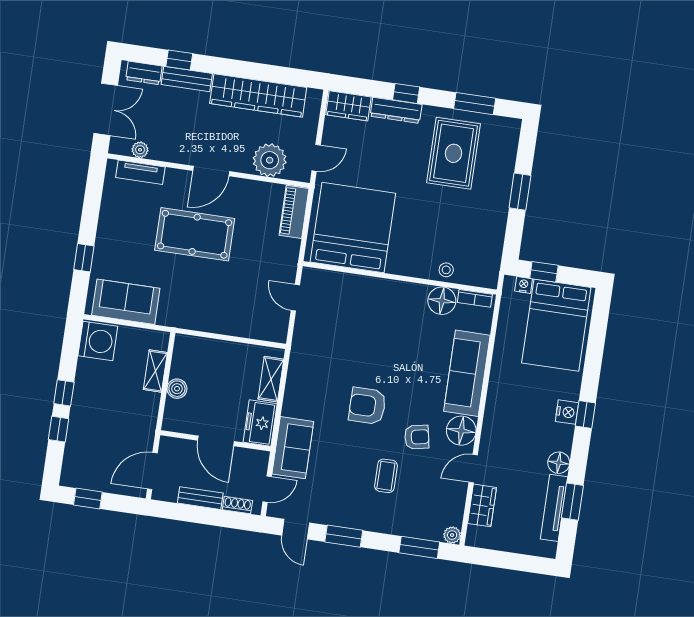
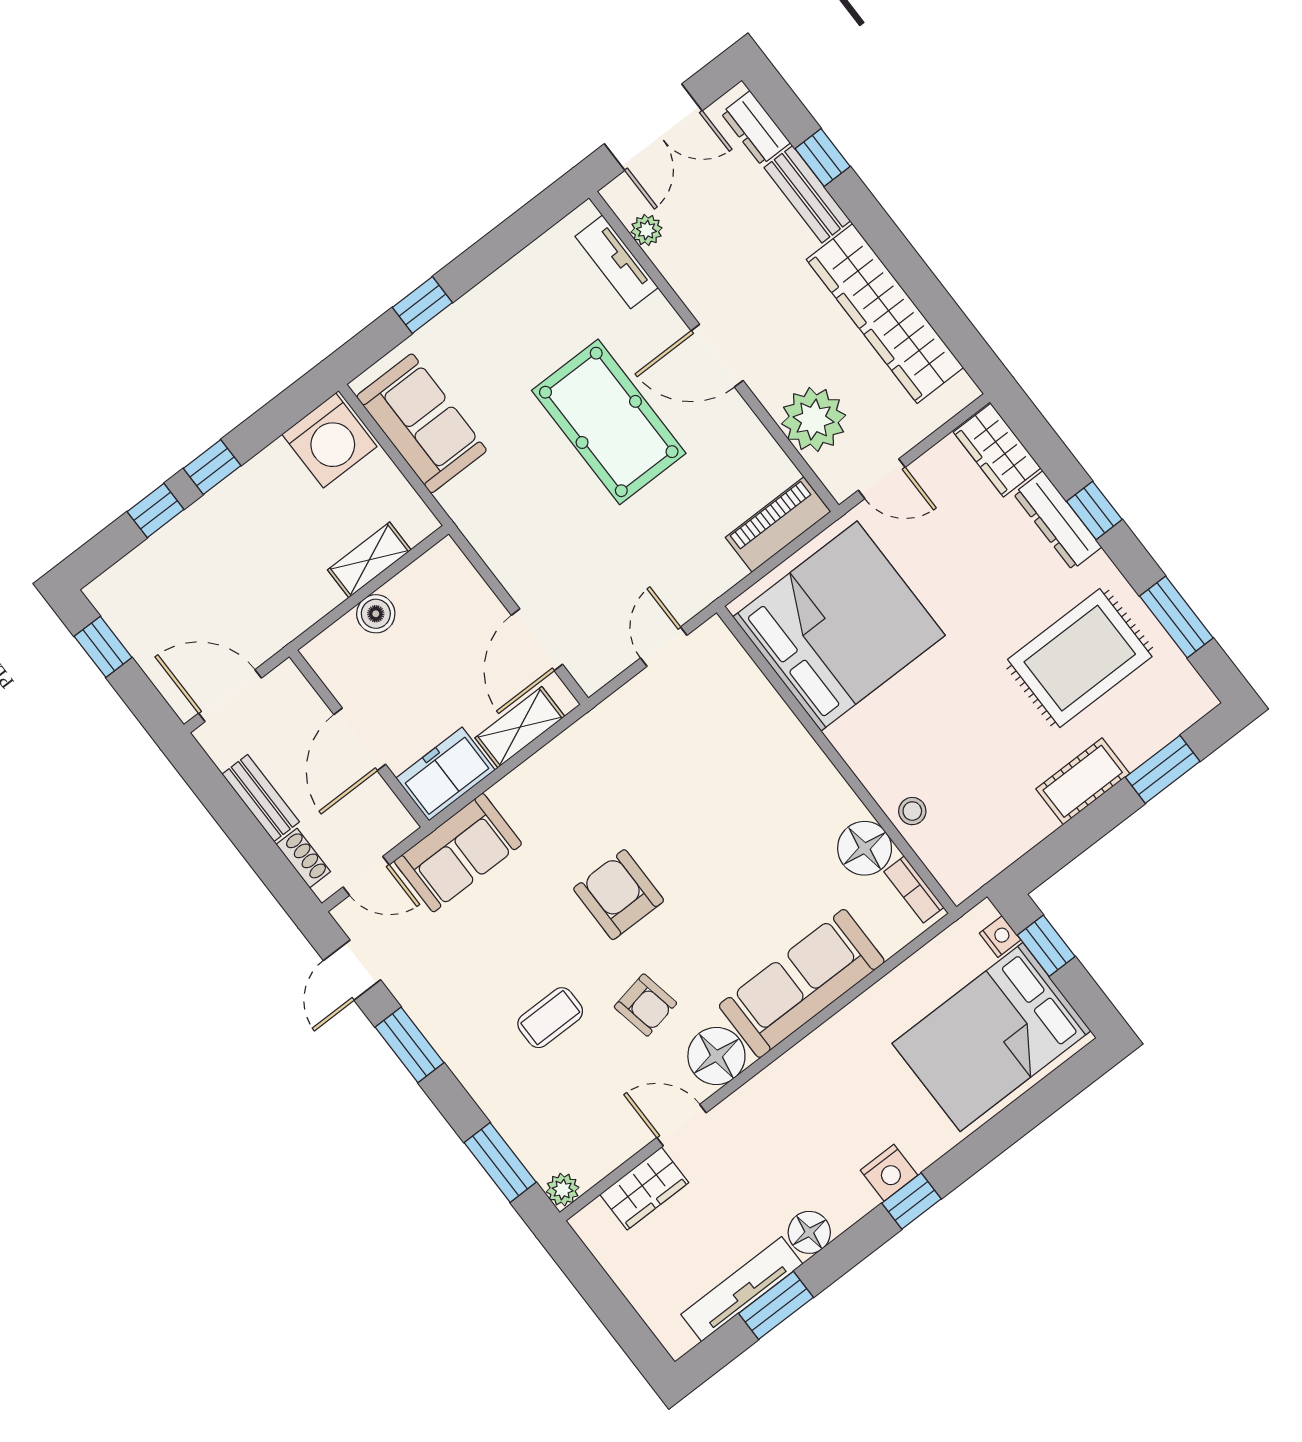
window: (520, 192) -> (1163, 769), moved
cot: (499, 198) -> (1083, 781), added
door: (246, 341) -> (537, 640), added

